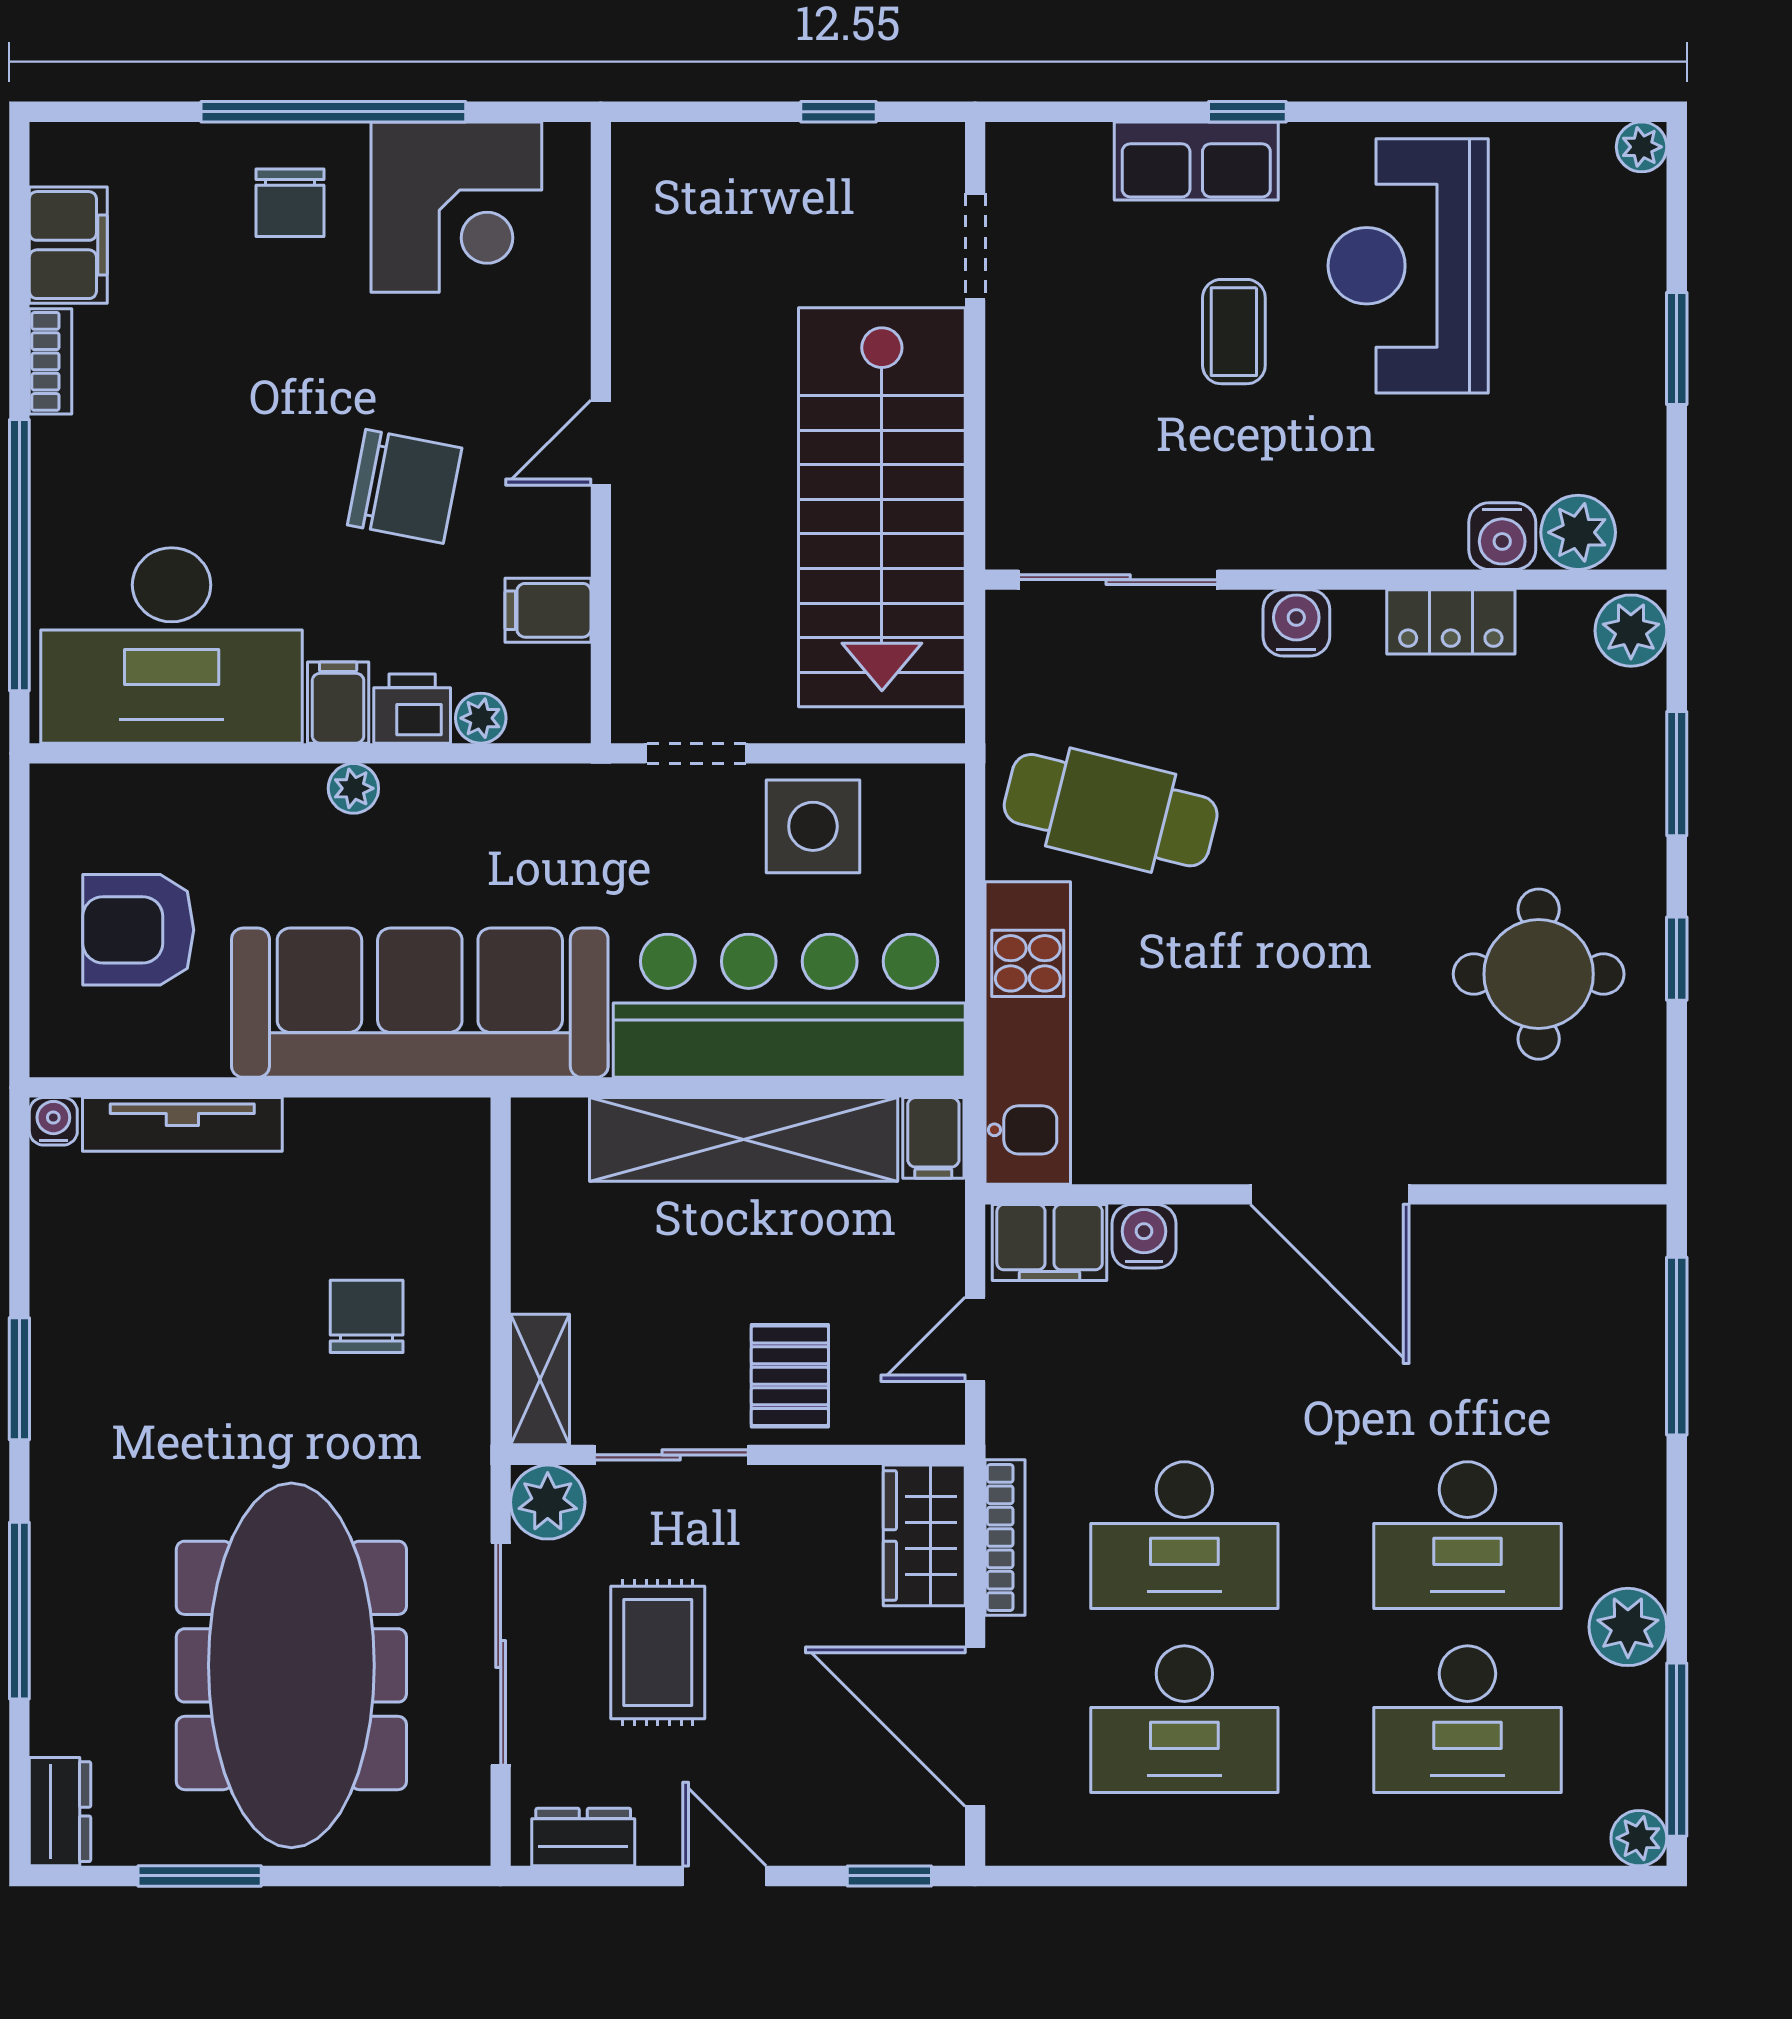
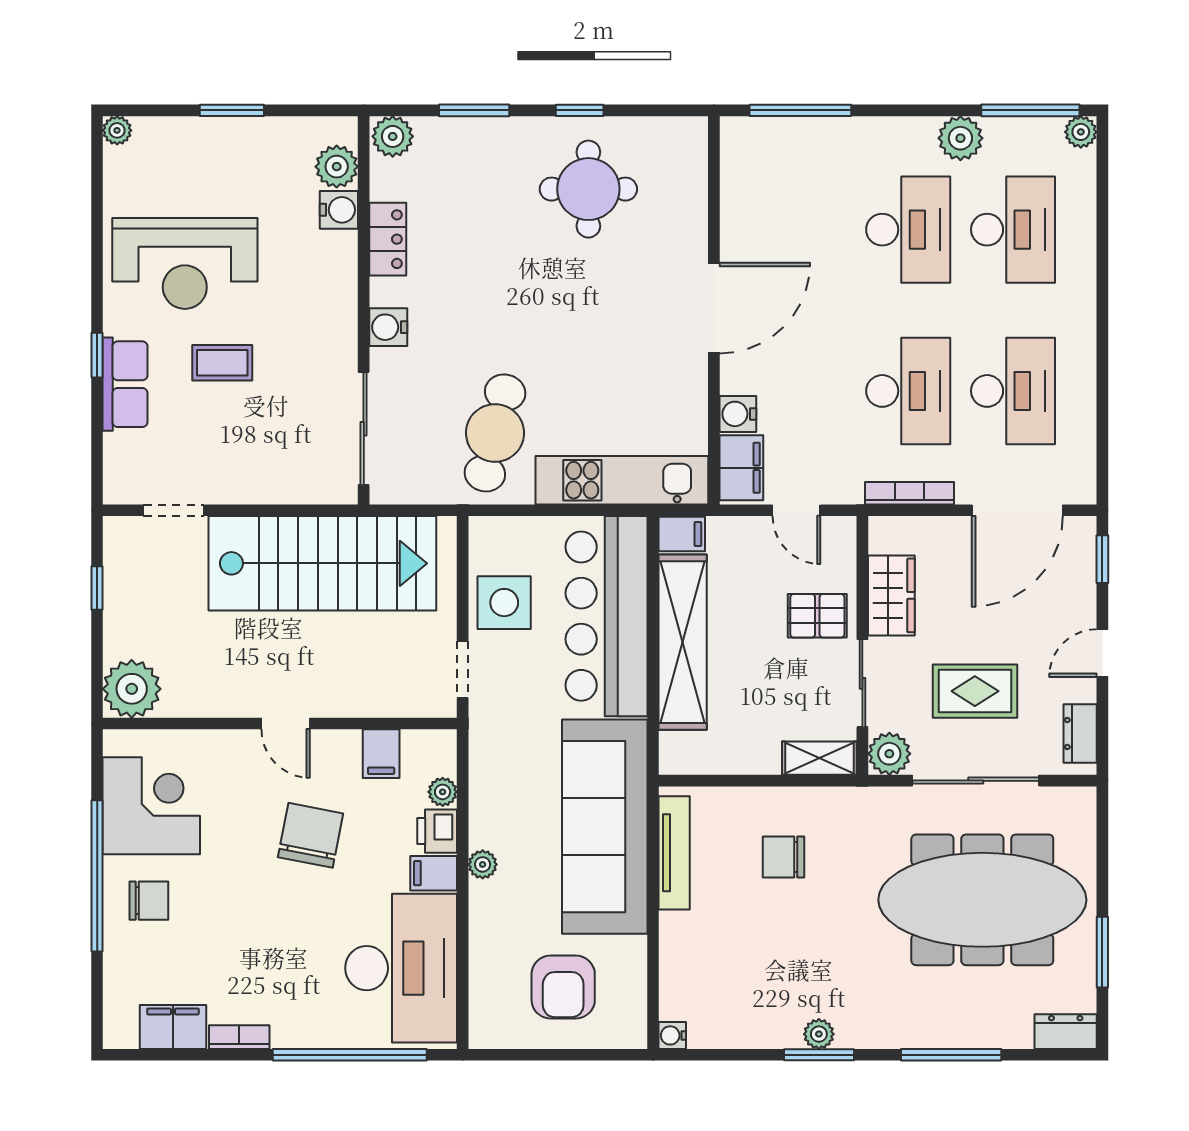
plant: (662, 173) -> (132, 689), added
tv unit: (182, 1124) -> (674, 853), moved
plant: (56, 1378) -> (819, 1034), added
wardrobe: (924, 1535) -> (891, 595), moved, turned -90

